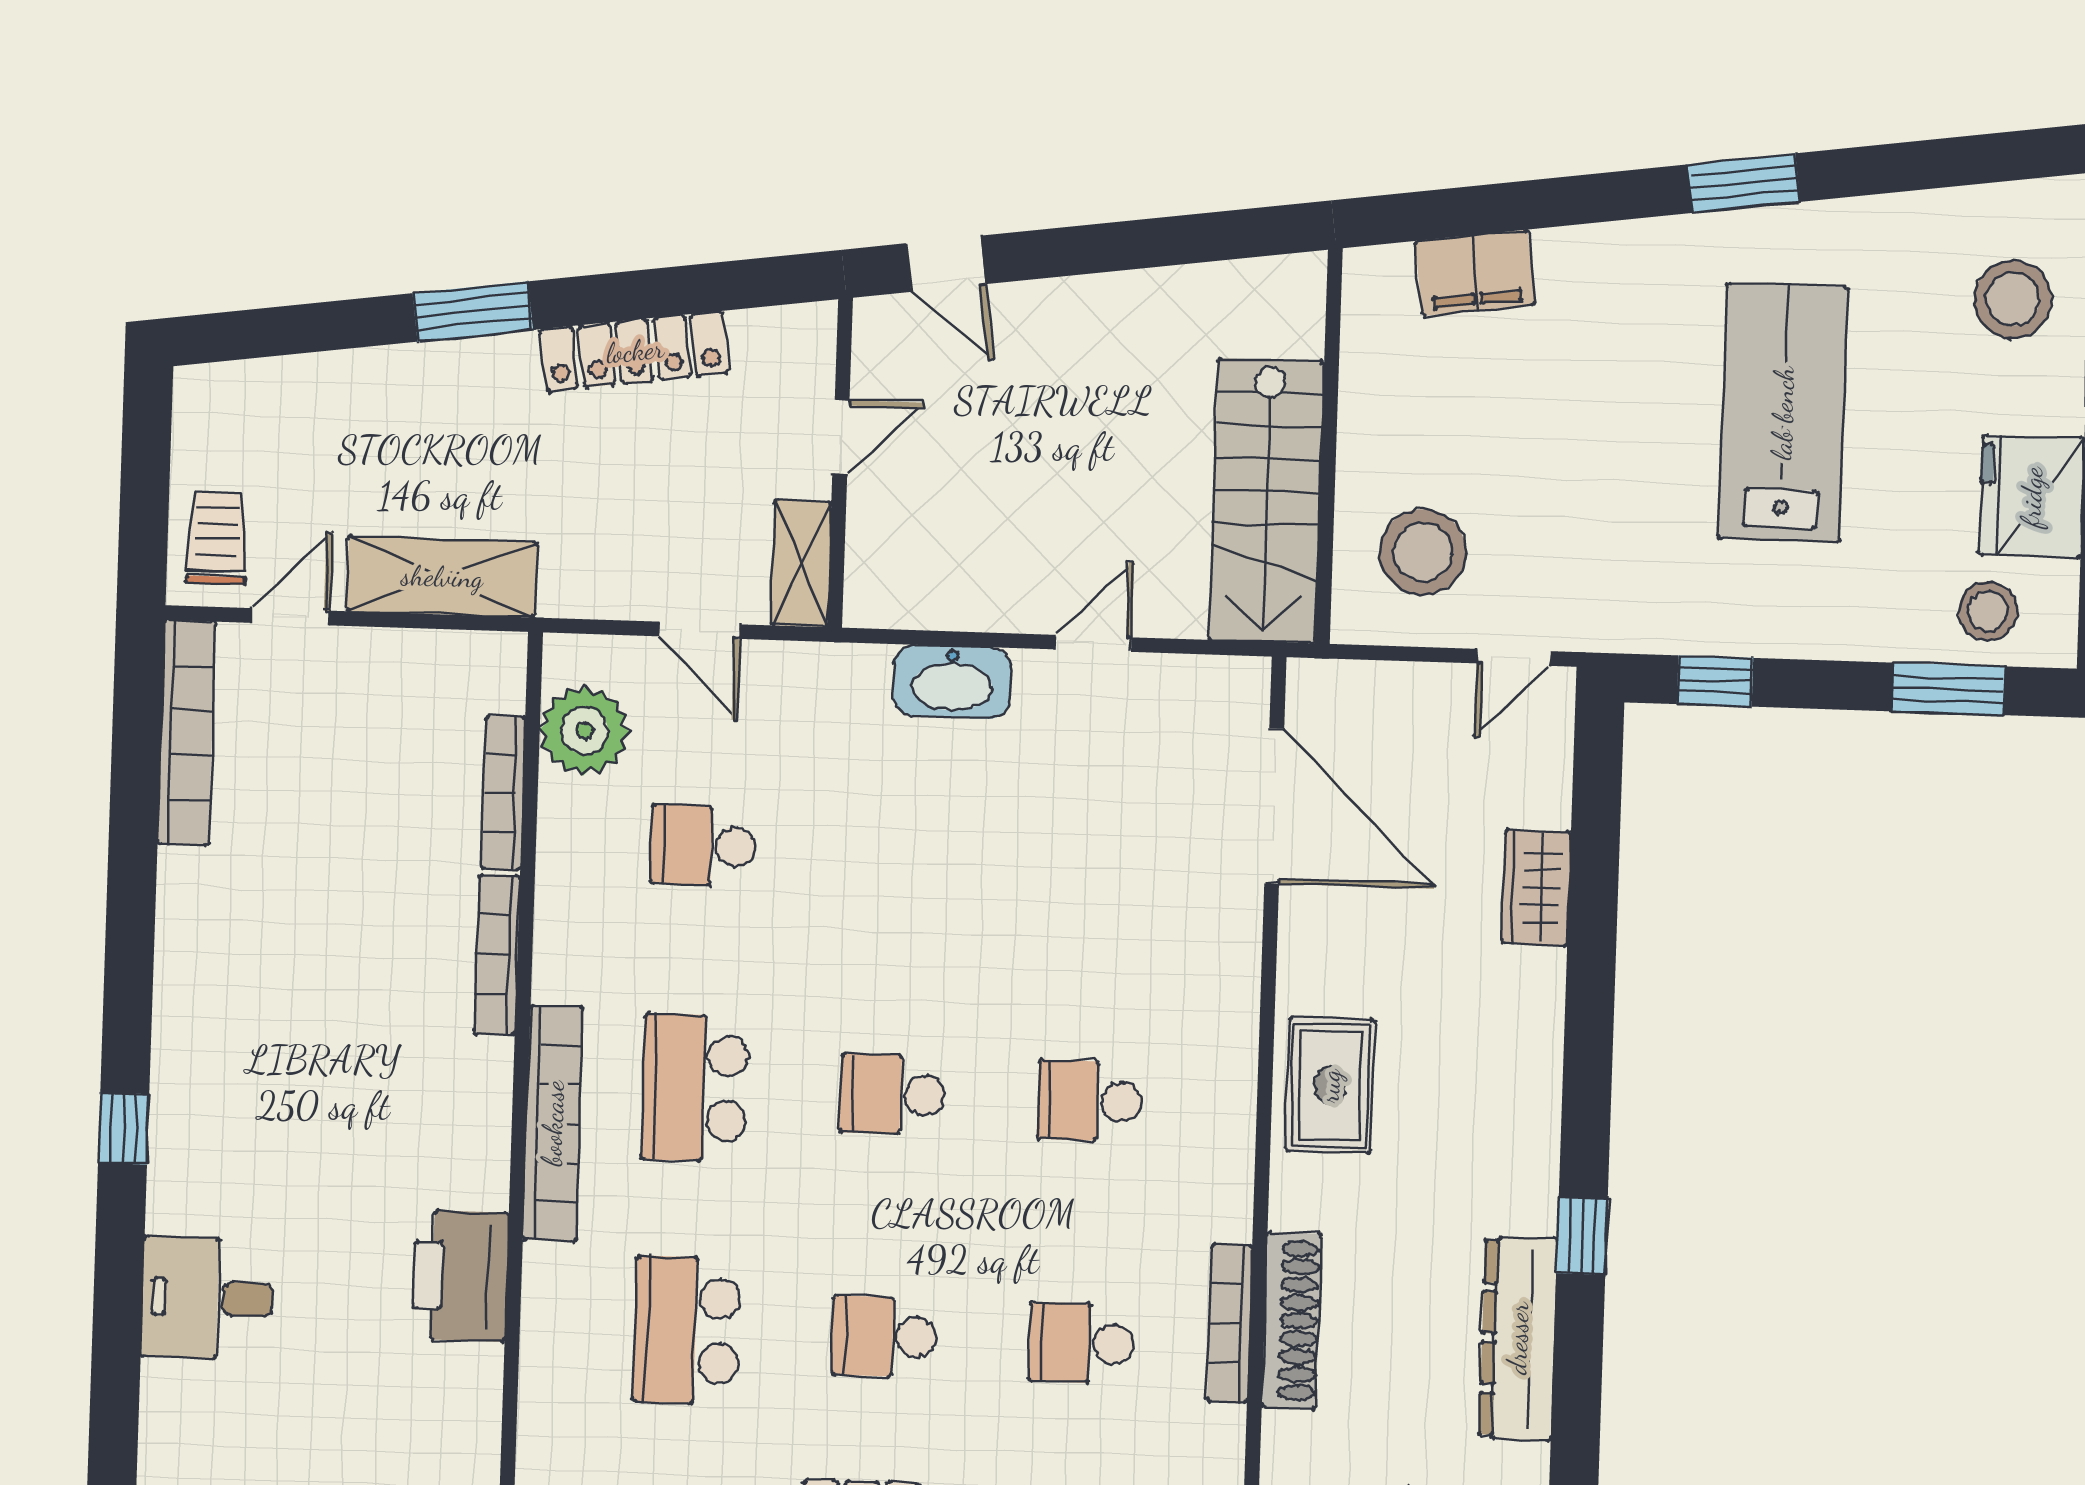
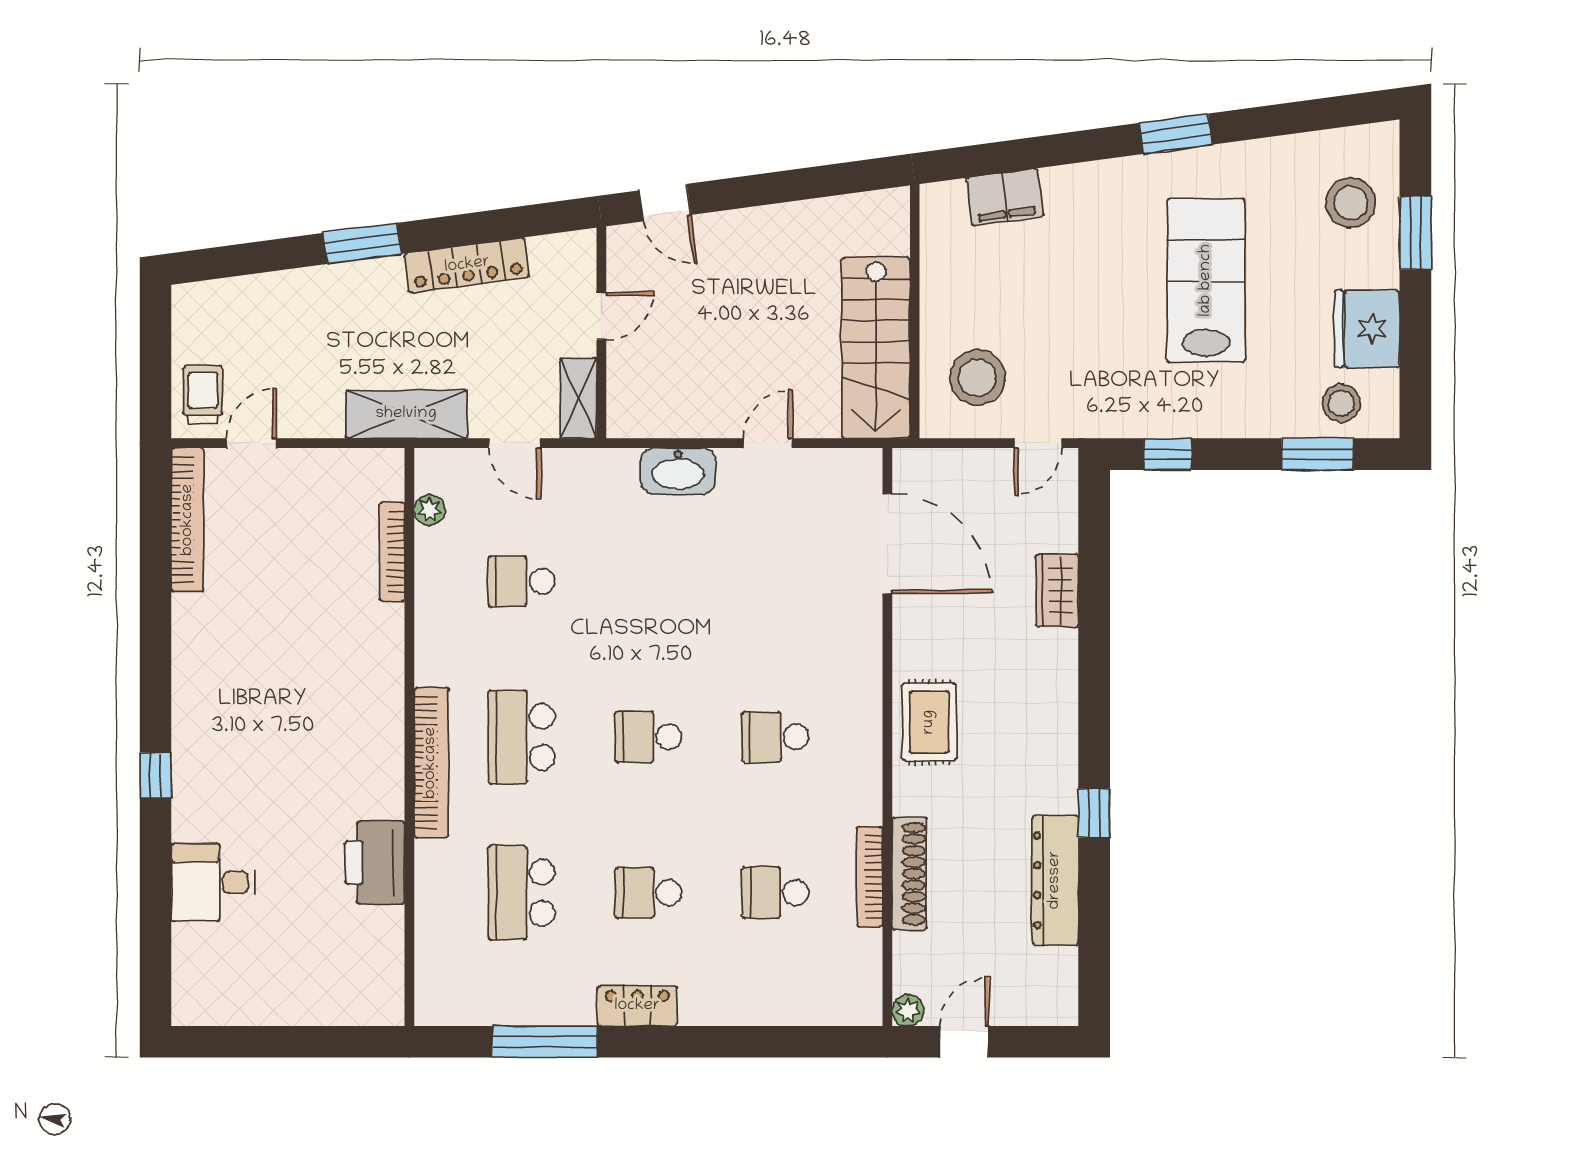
shelving: (442, 577) -> (406, 414), moved
plant: (585, 731) -> (429, 510), width x0.53, depth x0.53
bookcase: (497, 955) -> (392, 656), removed

